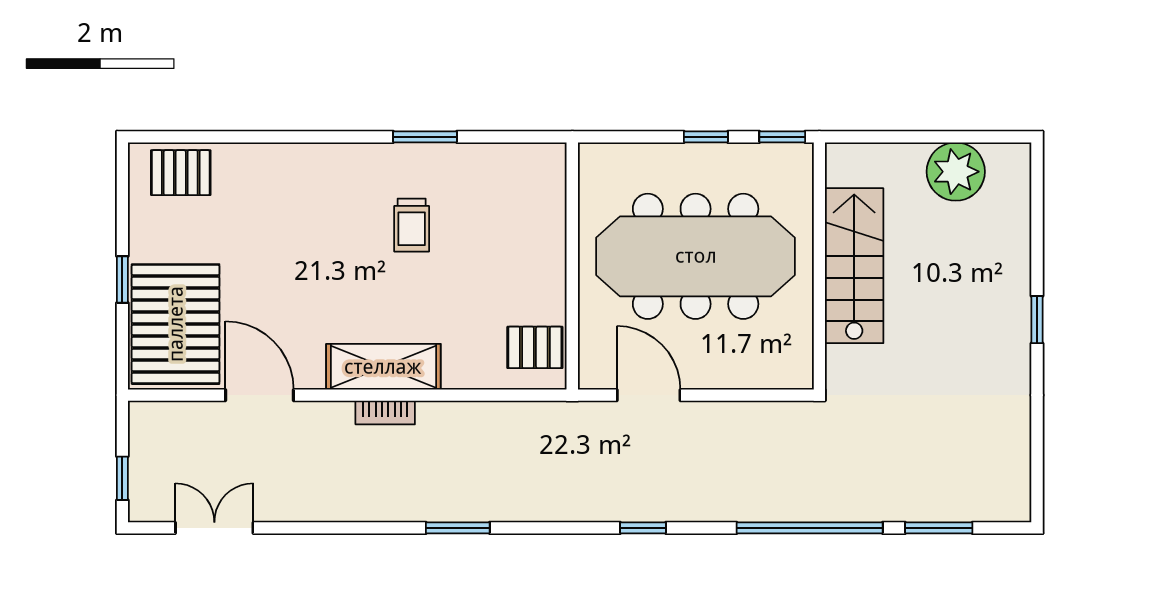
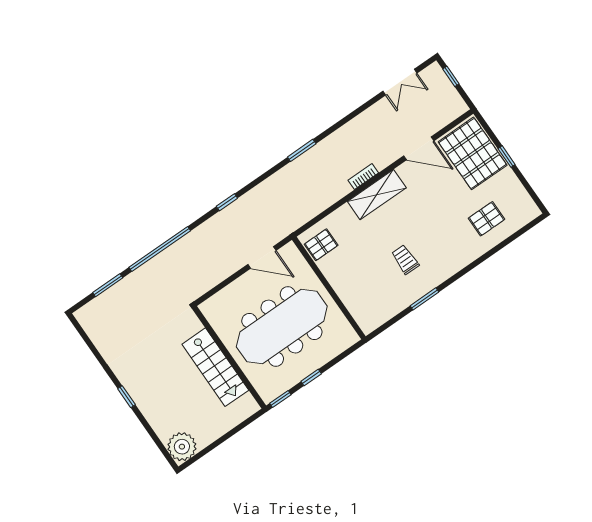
plant: (956, 172) -> (182, 447), moved
pallet: (181, 173) -> (486, 219), moved

